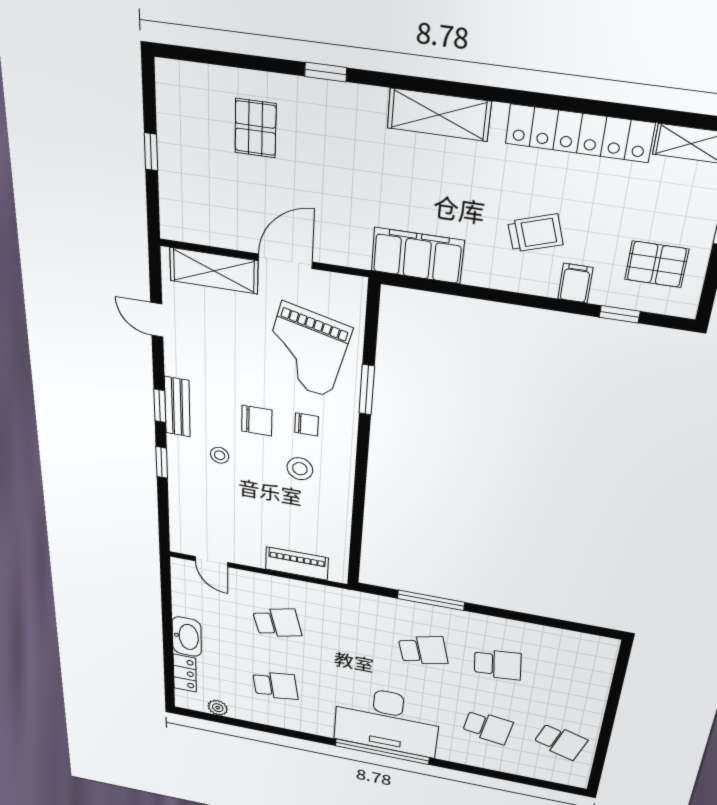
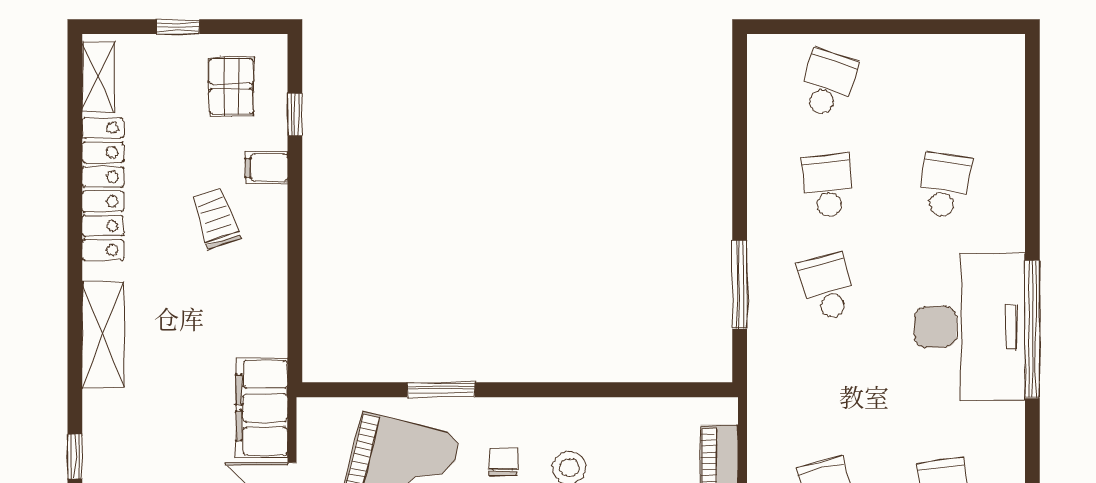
filing cabinet: (417, 256) -> (262, 408), moved
school desk: (560, 742) -> (827, 83), moved

